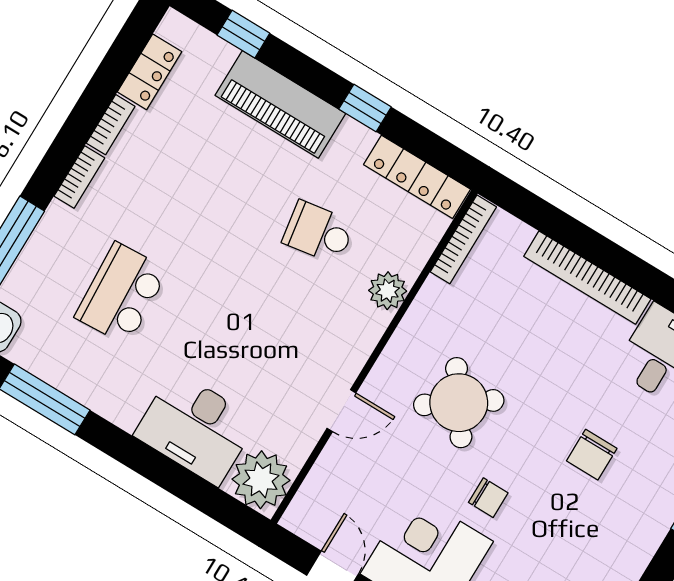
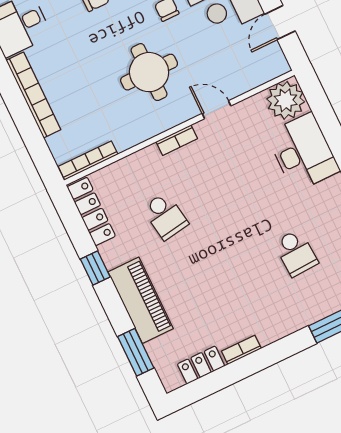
window: (243, 34) -> (136, 352), width x1.50
bookcase: (79, 177) -> (177, 140), moved, turned 180
plant: (388, 291) -> (148, 159), removed
school desk: (121, 294) -> (296, 253), width x0.54
round table: (459, 403) -> (149, 72), turned 35

